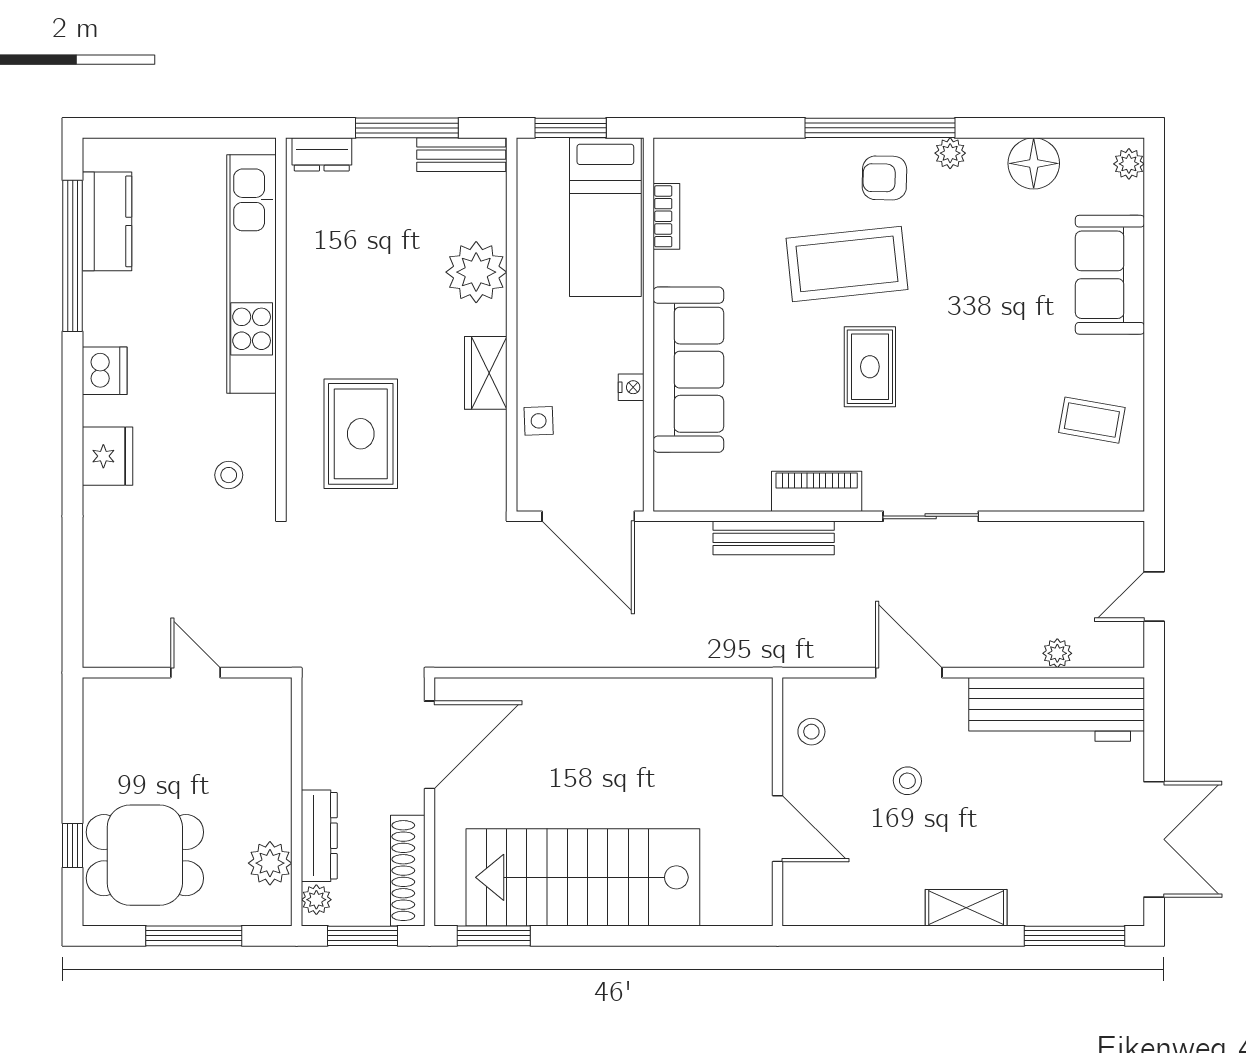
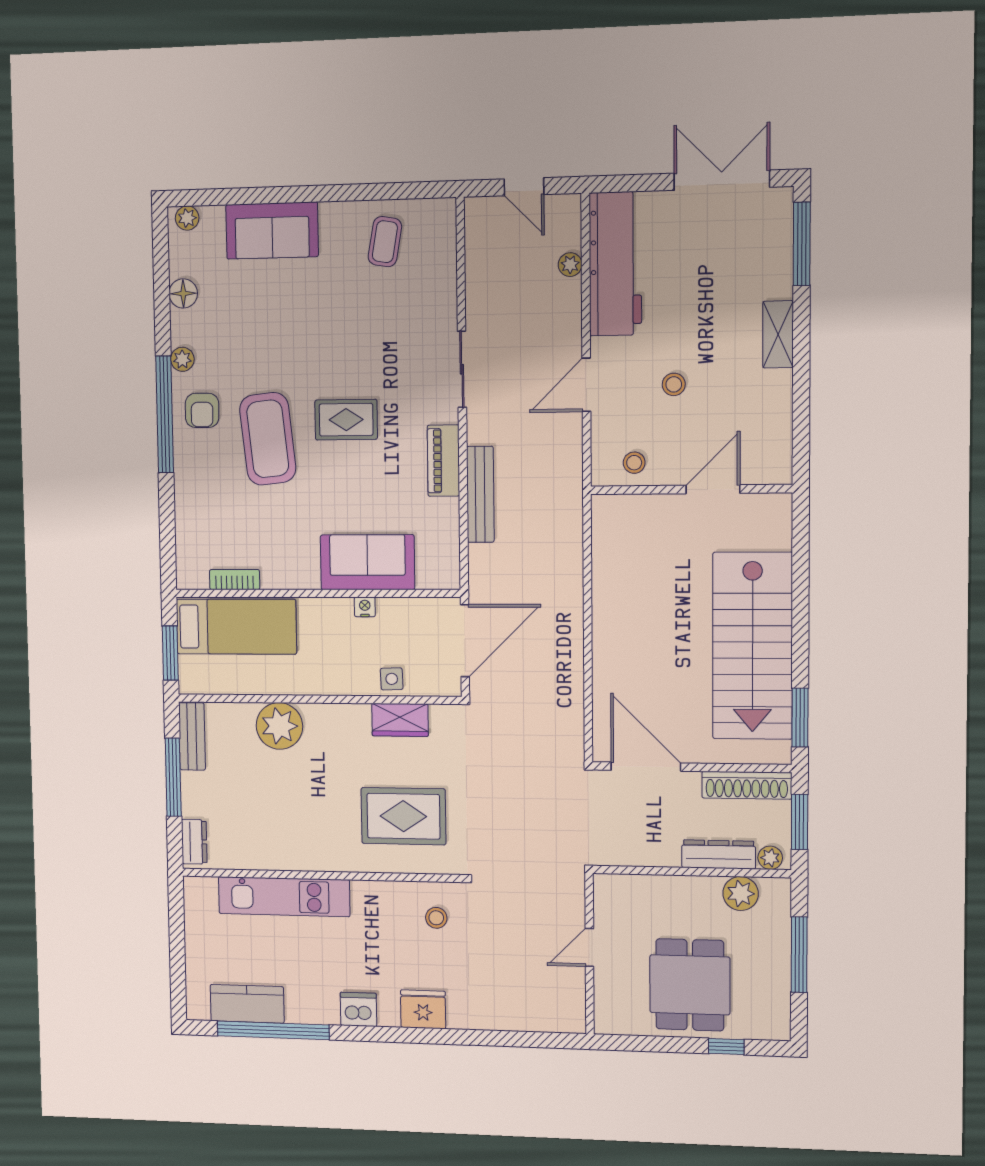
floor lamp: (1034, 163) -> (183, 293), width x0.73, depth x0.73
kitchen unit: (252, 274) -> (284, 897), width x0.73
sofa: (688, 370) -> (367, 562), width x0.73
wardrobe: (486, 373) -> (400, 720), moved
dining table: (145, 855) -> (690, 985), moved

